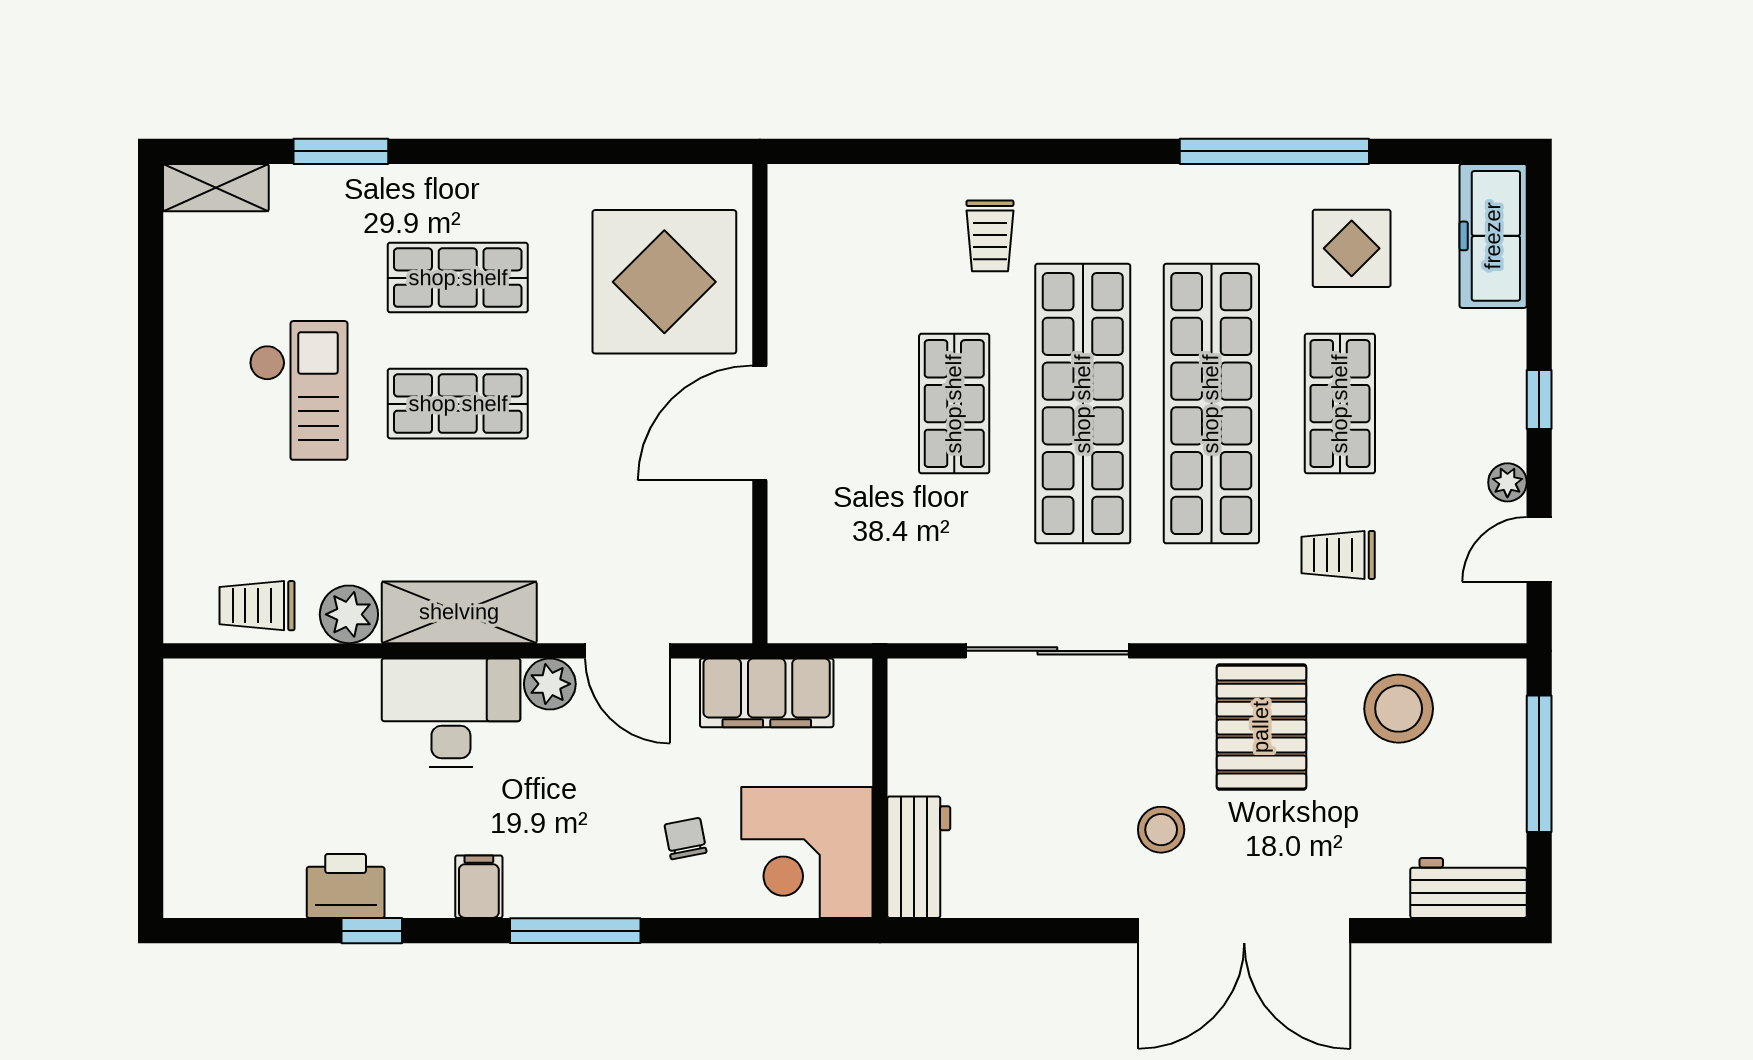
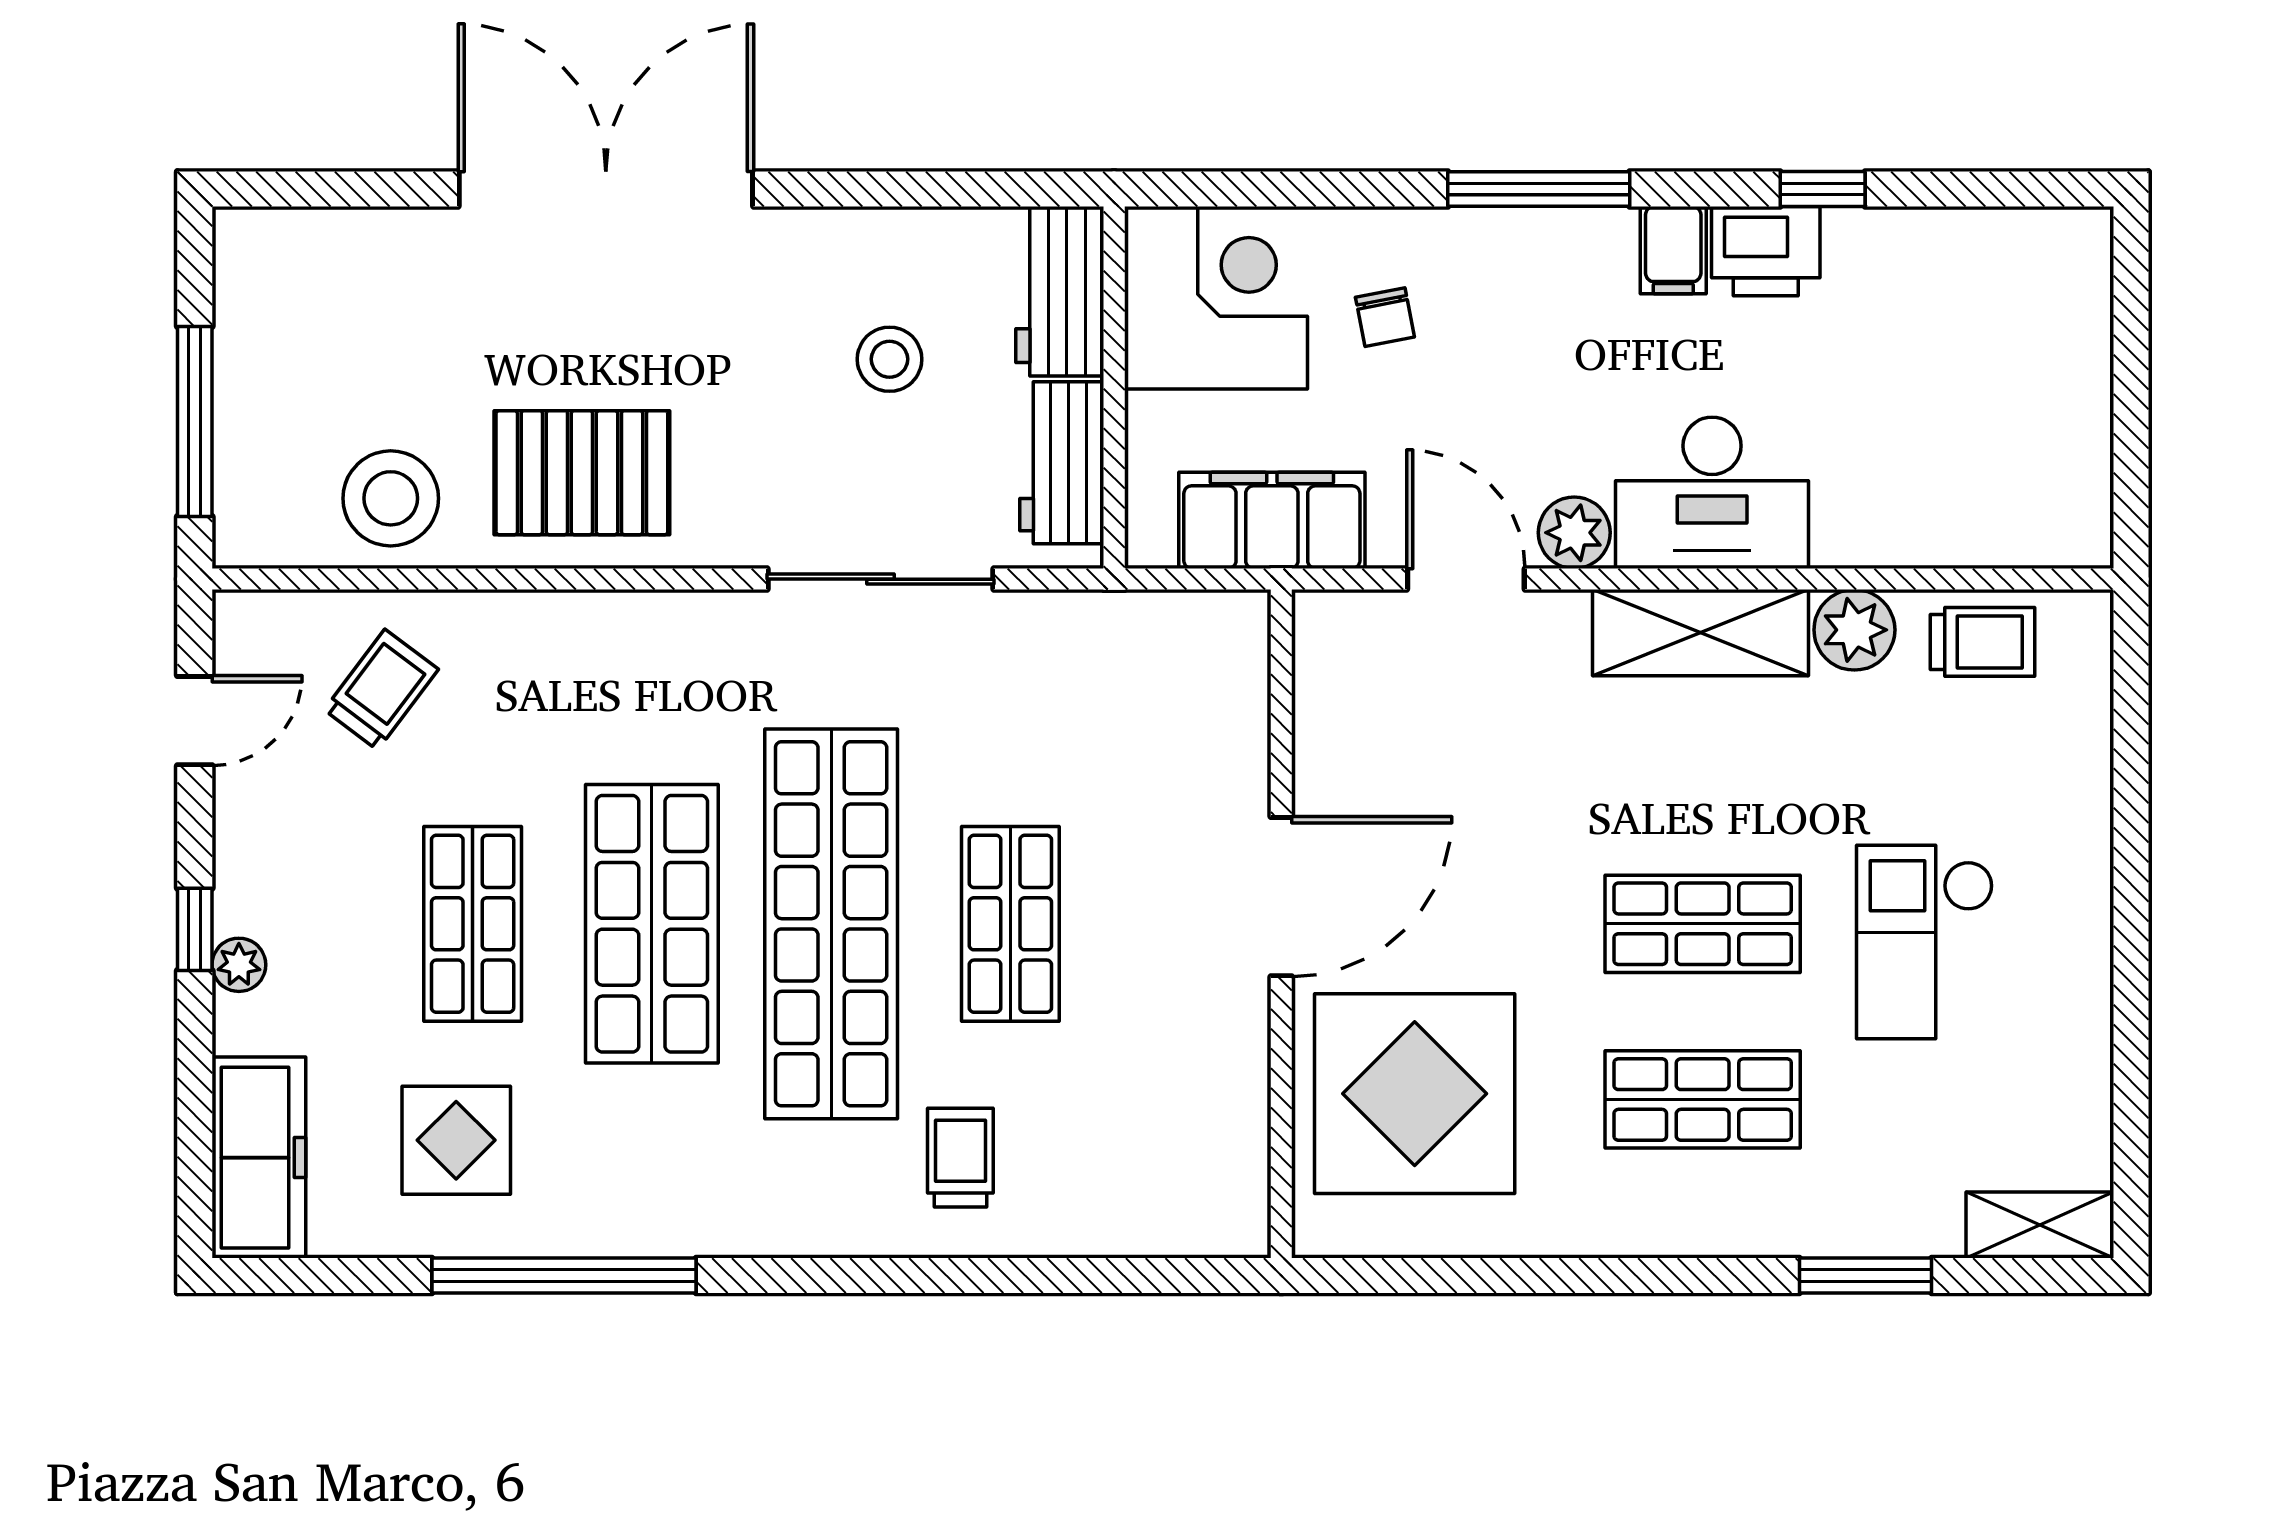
shop shelf: (1211, 404) -> (652, 924), width x0.71
plant: (1507, 482) -> (239, 965), moved
trolley: (1338, 555) -> (381, 690), moved, turned -53
pallet: (1261, 727) -> (582, 473), turned 90
stool: (1161, 830) -> (889, 359), moved
printer: (346, 886) -> (1766, 251), moved
workbench: (1469, 888) -> (1062, 463), moved, turned 90

